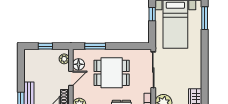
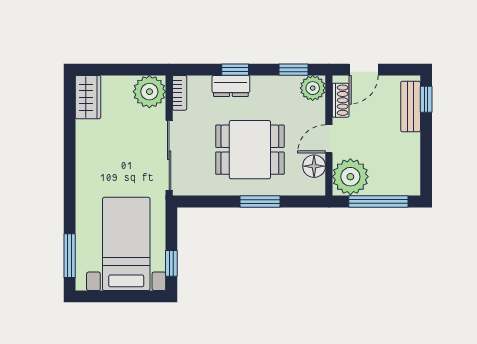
window: (45, 46) -> (378, 202), width x2.17
window: (95, 46) -> (260, 202), moved
plant: (64, 59) -> (350, 177), width x1.87, depth x1.87

